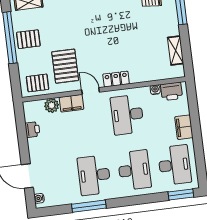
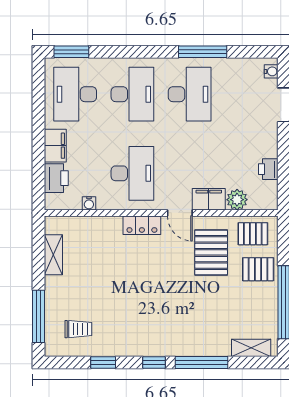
pallet: (28, 39) -> (258, 269), moved
printer: (171, 91) -> (56, 178), moved, turned 90
desk: (134, 170) -> (132, 94), turned 180

